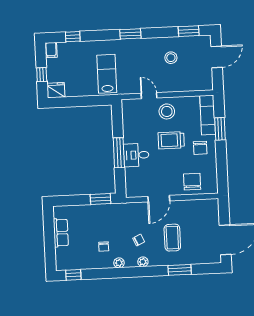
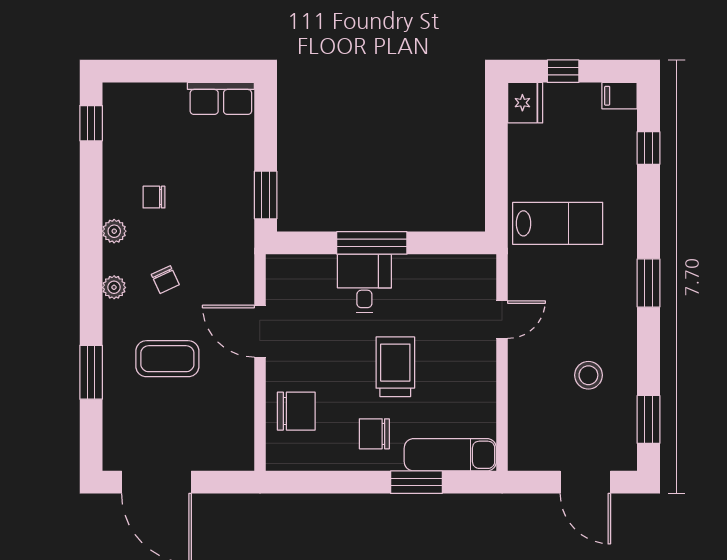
stool: (167, 111) -> (463, 360), removed
row of seats: (61, 233) -> (221, 98), moved

